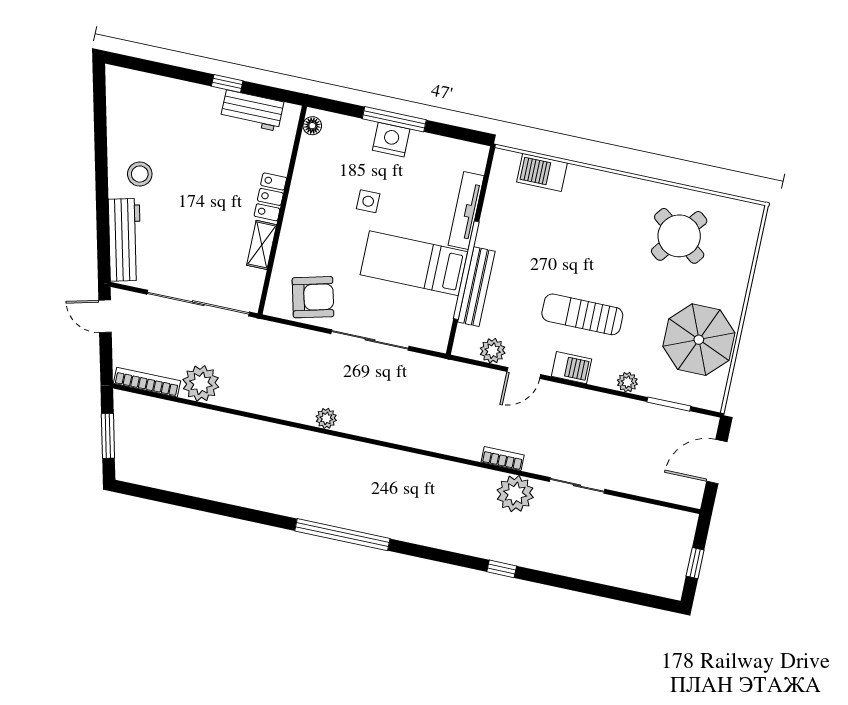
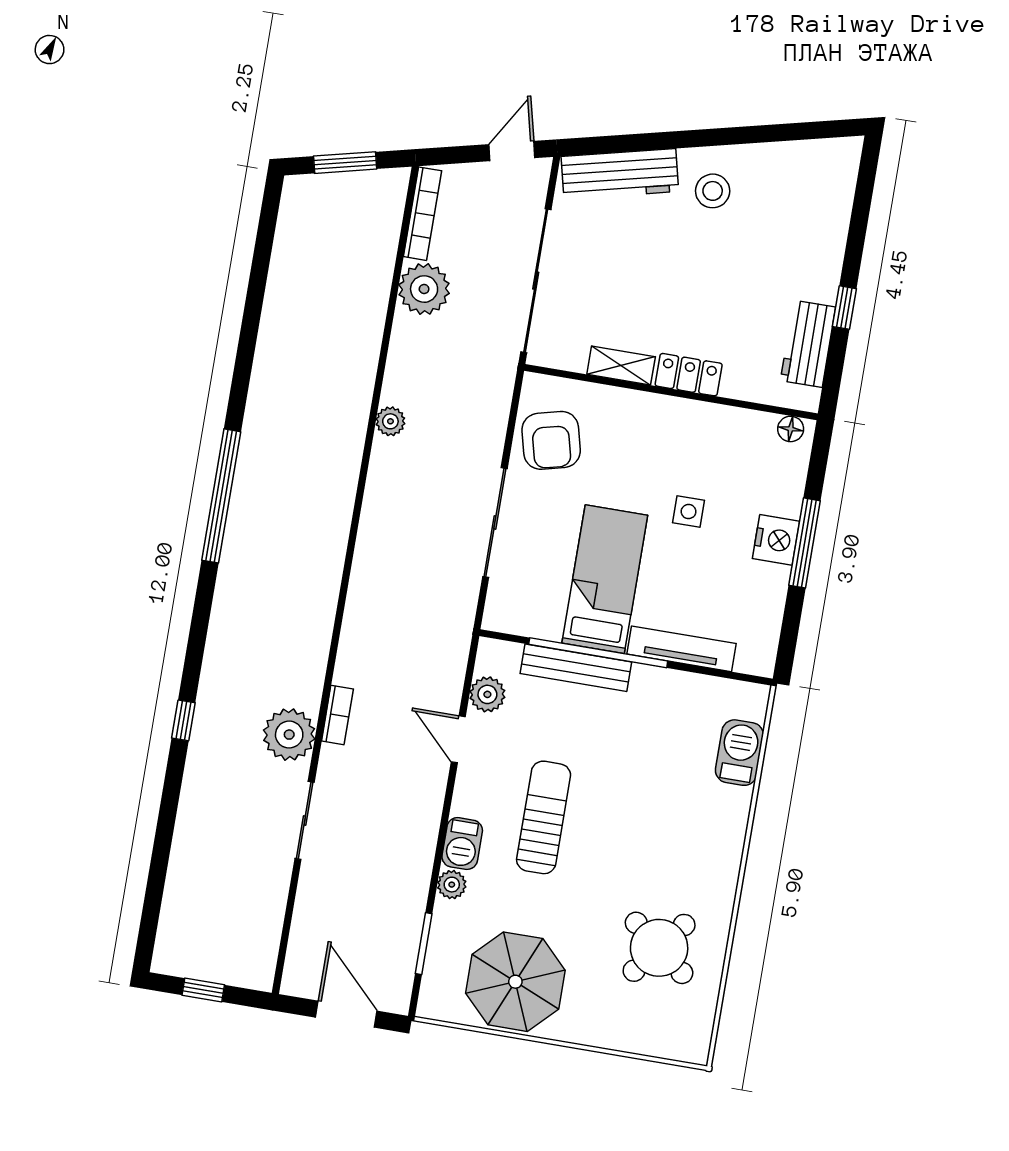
barbecue: (572, 368) -> (462, 844), moved
plant: (326, 418) -> (390, 421), moved

